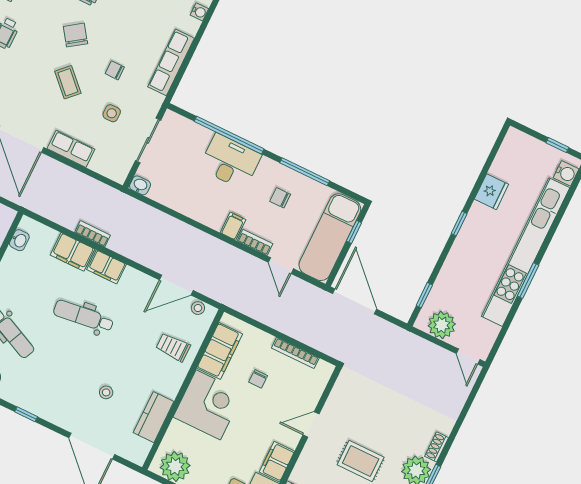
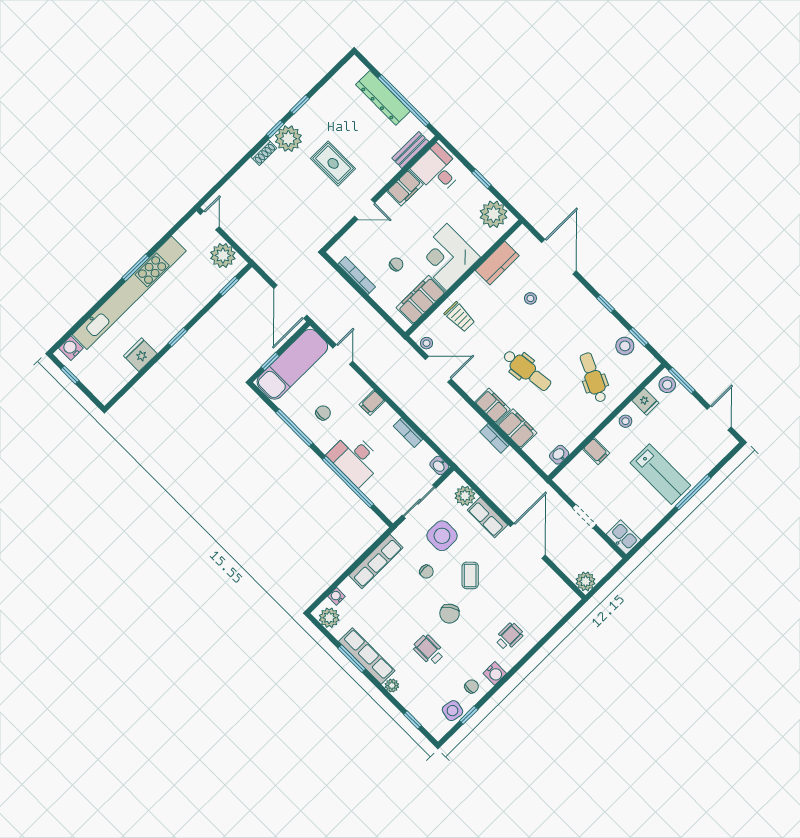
side table: (112, 113) -> (442, 536), width x1.87, depth x1.87
plant: (102, 163) -> (465, 496), added
chair: (280, 198) -> (323, 413), turned -90
bookcase: (255, 242) -> (408, 433), moved

